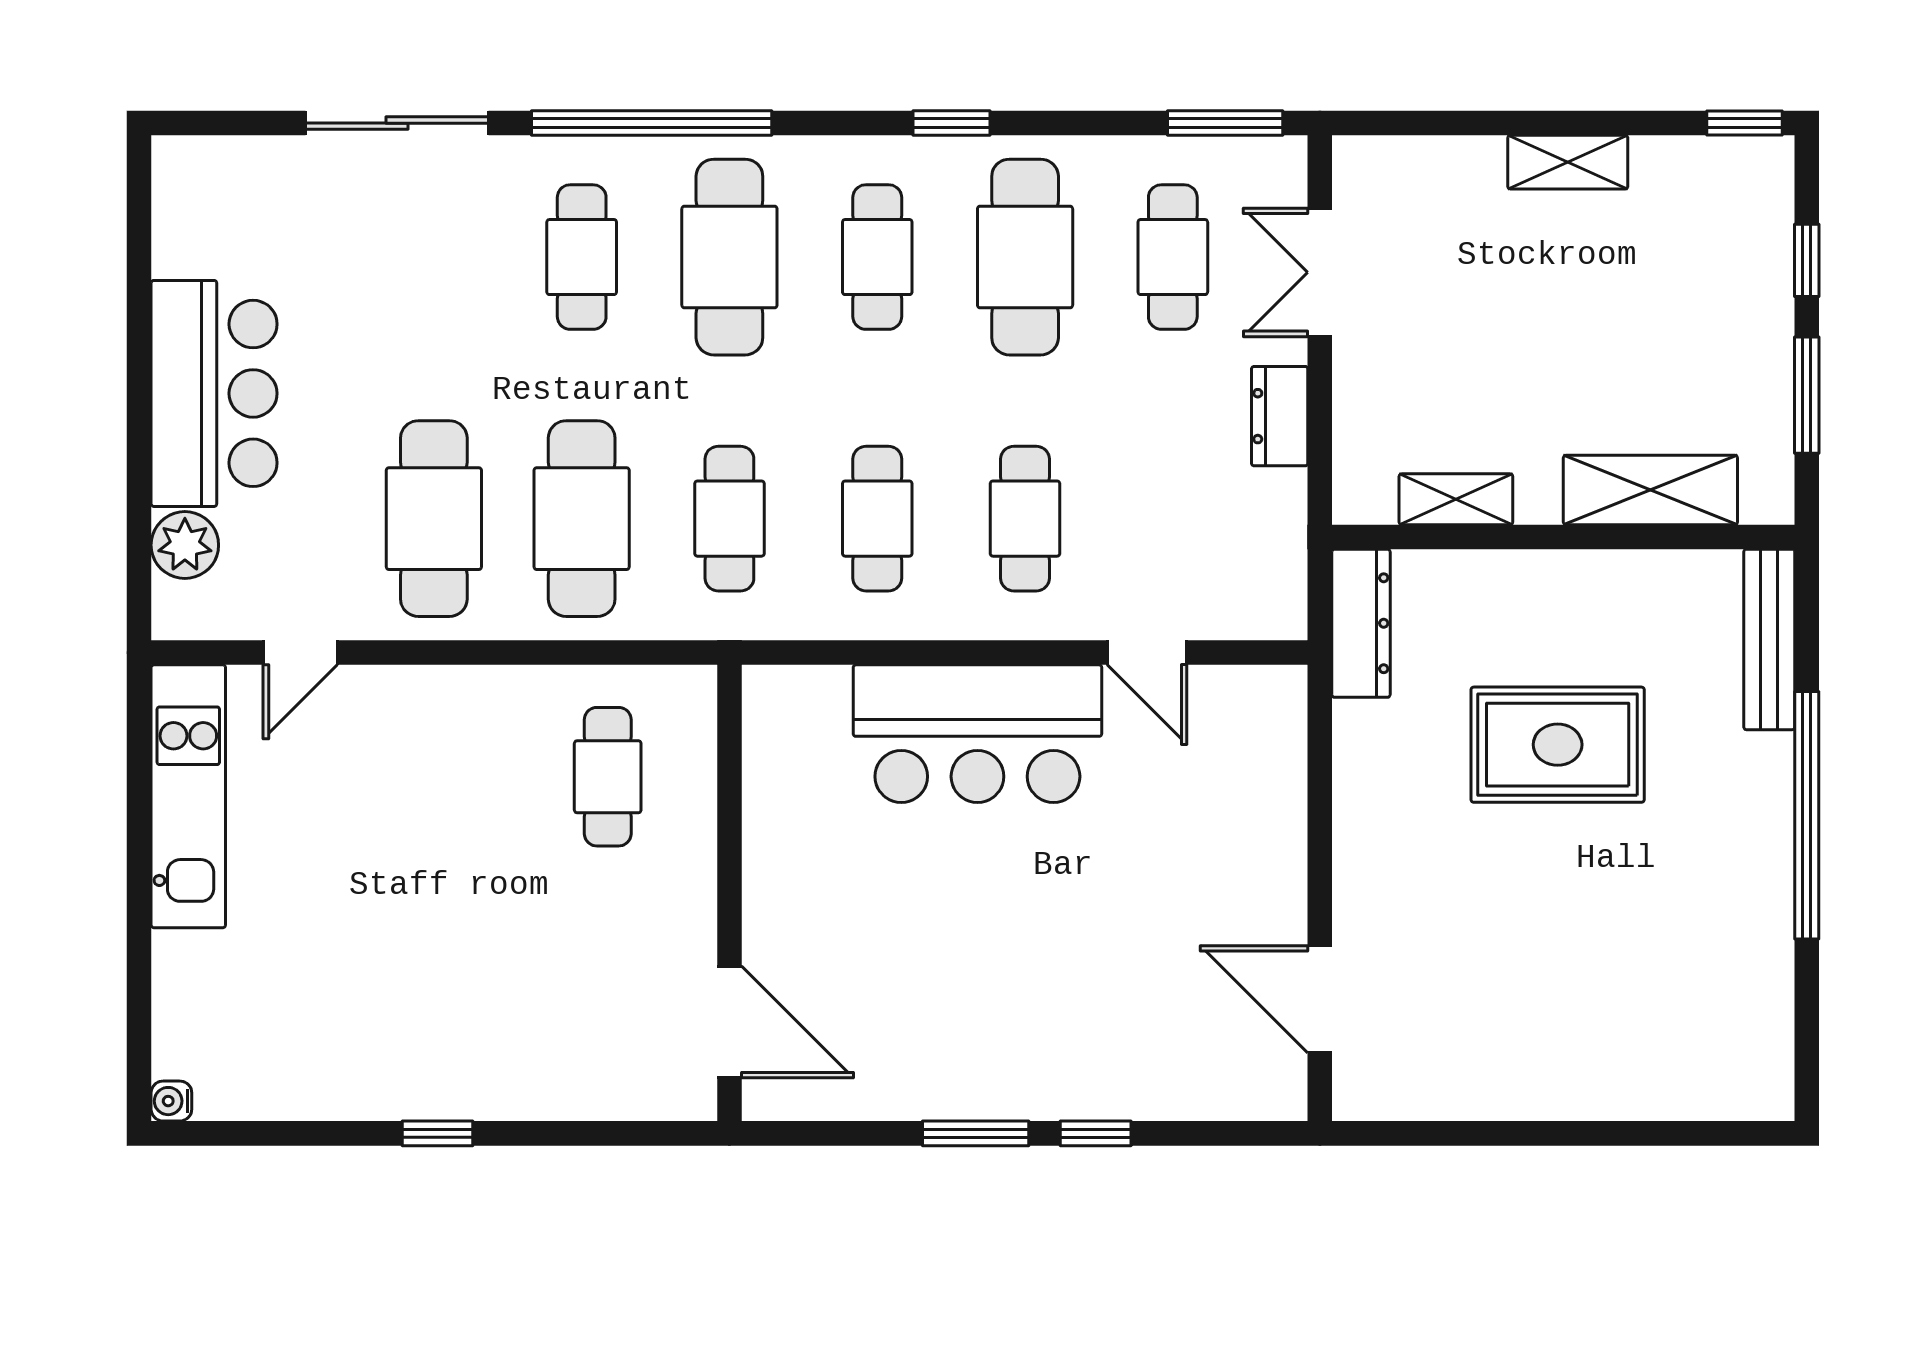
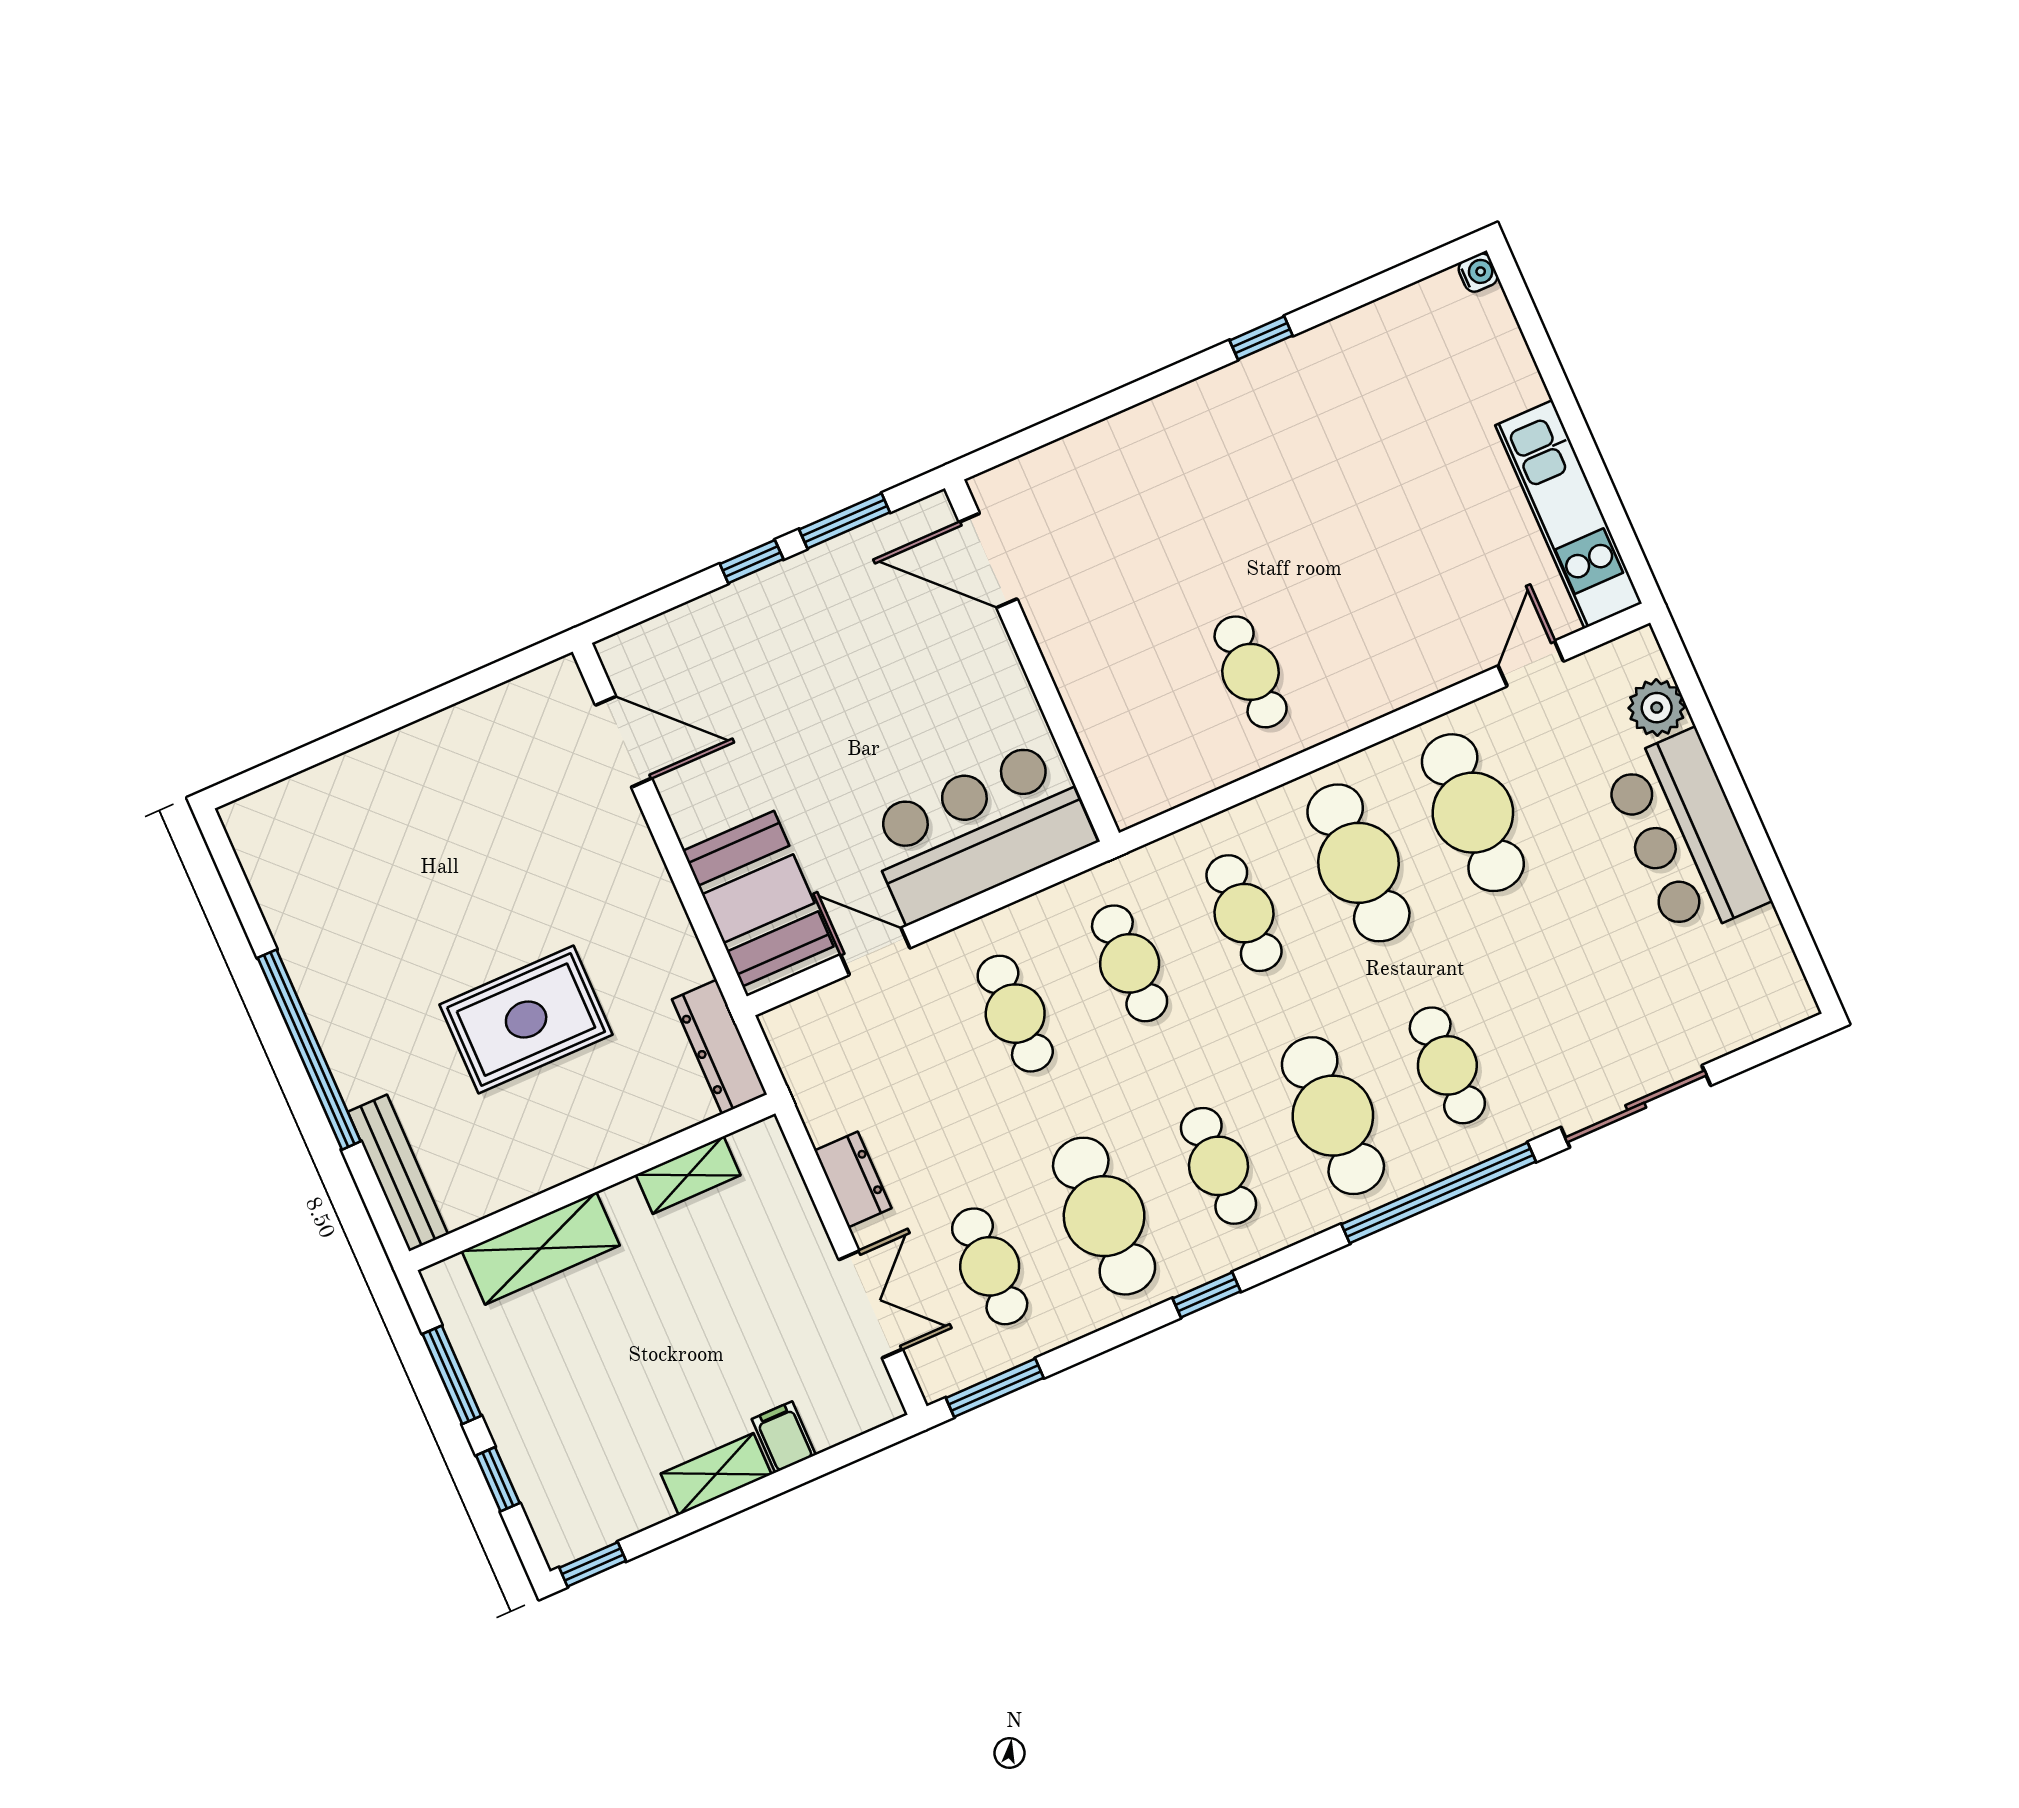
filing cabinet: (1477, 170) -> (784, 1437), added
booth: (1249, 765) -> (758, 899), added
wall: (729, 893) -> (1032, 661), moved
door: (729, 1022) -> (988, 561), moved

